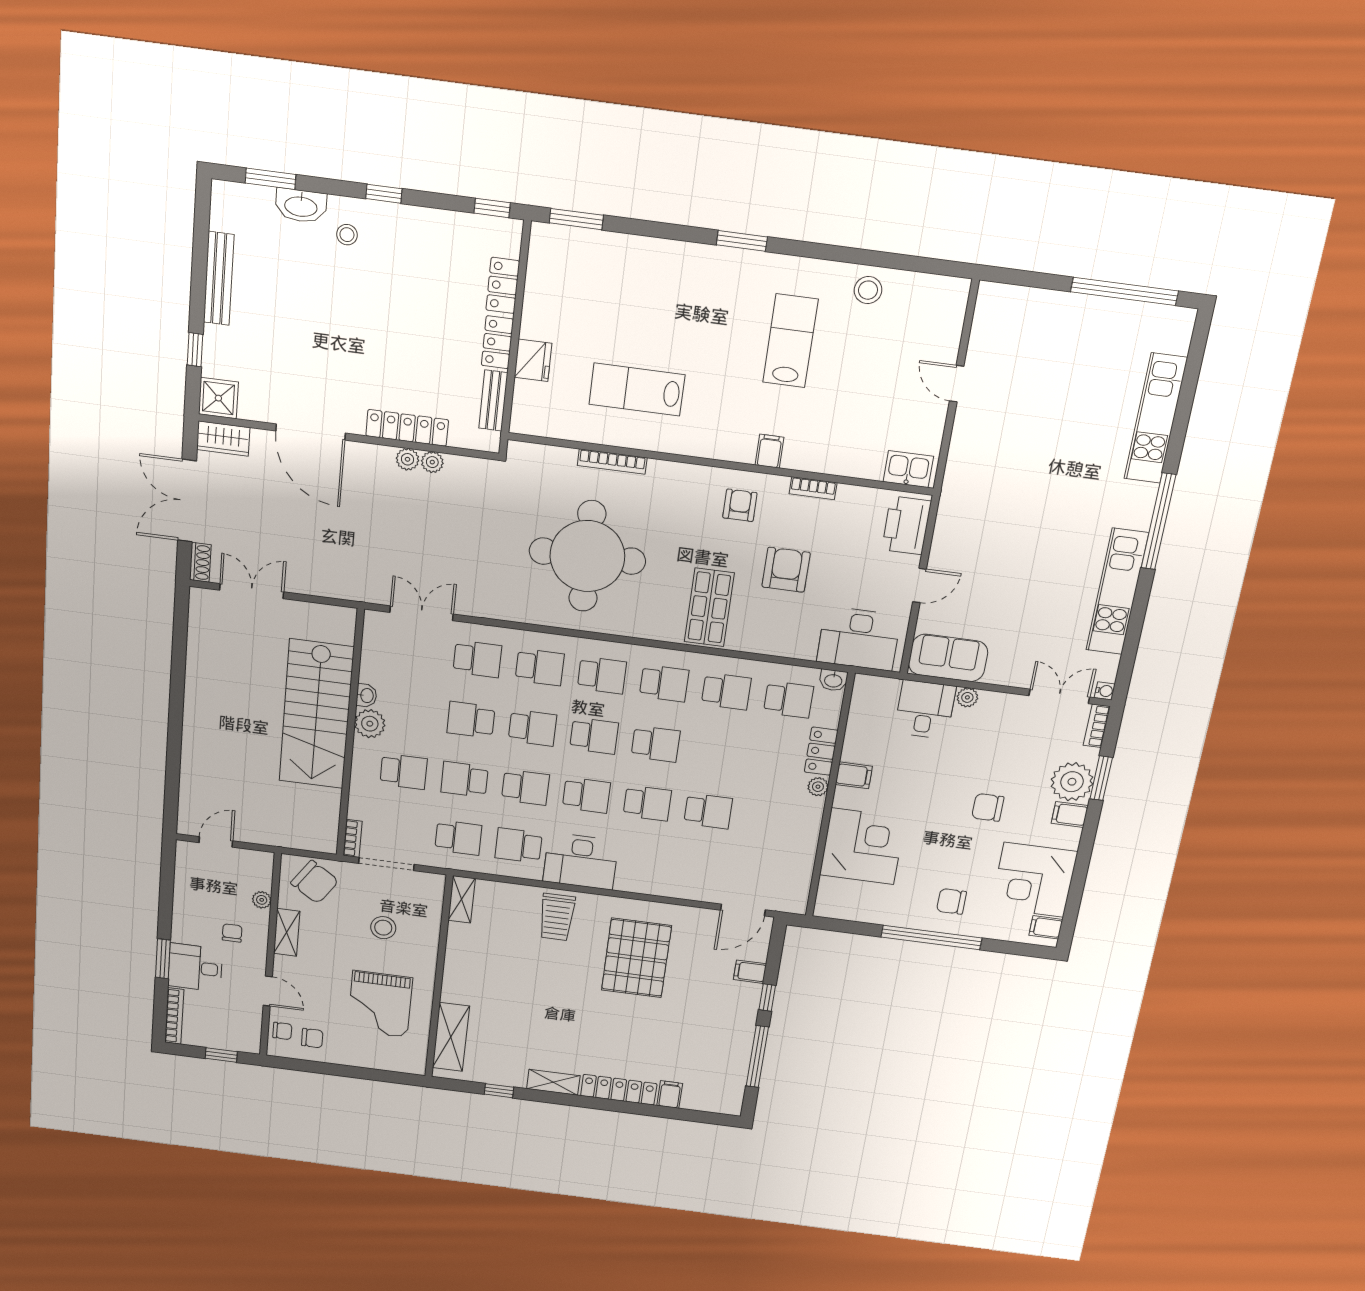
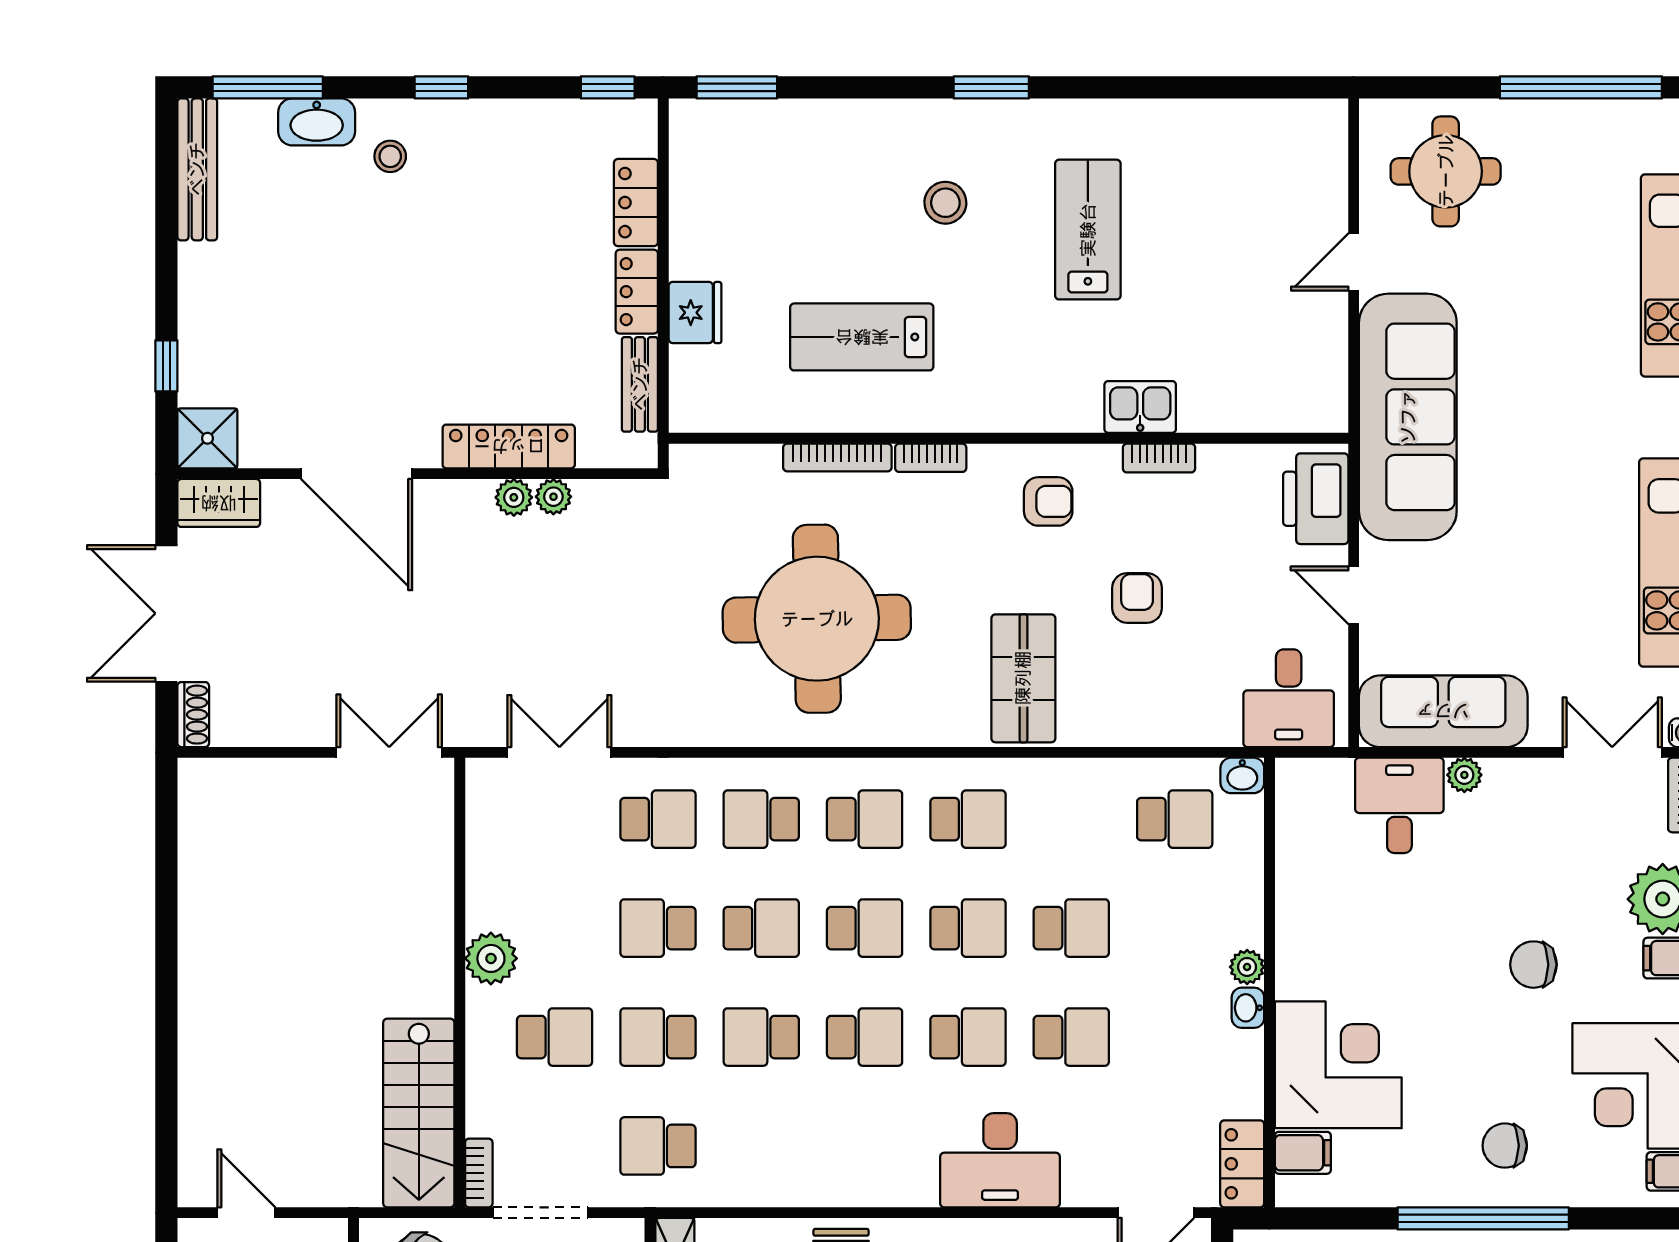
window: (271, 179) -> (268, 87), width x1.44
bench: (219, 279) -> (197, 169), moved
stool: (868, 290) -> (945, 203), moved
round table: (1026, 334) -> (1446, 171), added
door: (957, 384) -> (1354, 262), hinge flipped
filing cabinet: (770, 451) -> (1082, 407), removed
bookcase: (670, 469) -> (931, 458), added
kitchen sink: (908, 469) -> (1140, 407), moved
sofa: (973, 484) -> (1408, 417), added
armchair: (740, 505) -> (1048, 501), turned 90
armchair: (786, 570) -> (1137, 598), width x0.72, depth x0.72
door: (919, 586) -> (1354, 595), swing flipped
double door: (252, 591) -> (389, 752), moved
desk: (859, 639) -> (1289, 698), width x0.73
sofa: (948, 658) -> (1443, 711), width x1.36
school desk: (540, 667) -> (761, 819), turned 180
school desk: (726, 691) -> (1071, 928), moved
washbasin: (366, 695) -> (1248, 1008), moved, turned 180
stairs: (316, 714) -> (419, 1113), moved, width x0.73, depth x0.66
locker: (821, 751) -> (1242, 1164), moved
filing cabinet: (854, 775) -> (1303, 1153), moved
school desk: (525, 787) -> (761, 1037), turned 180
school desk: (458, 838) -> (658, 1146), turned 180
door: (216, 842) -> (246, 1213), hinge flipped
school desk: (519, 845) -> (761, 1146), removed
desk: (581, 861) -> (1000, 1160), moved

